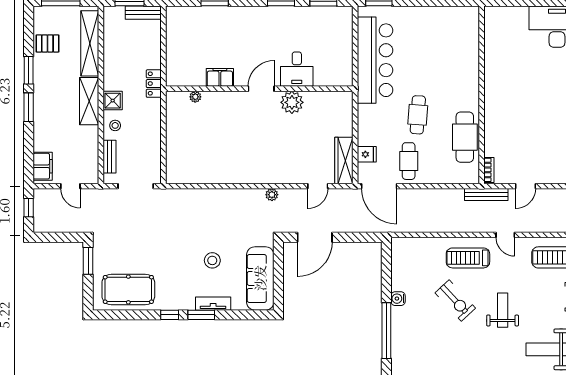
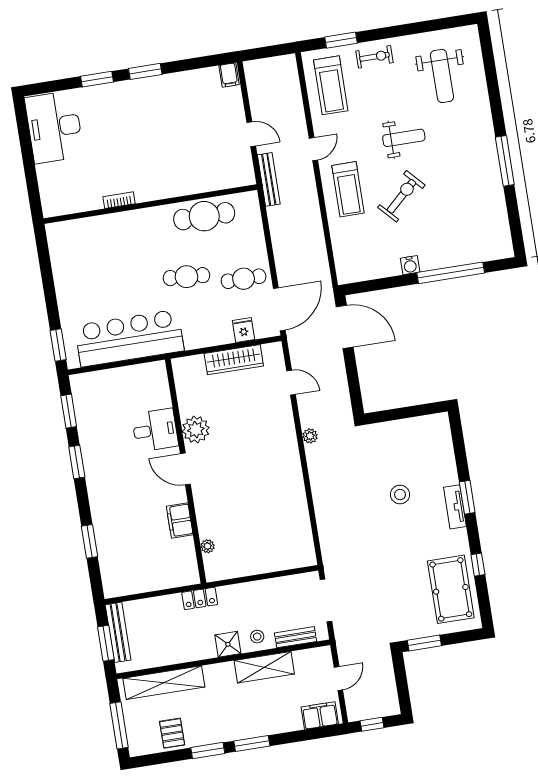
bench: (143, 13) -> (118, 632), width x1.36
shelving: (89, 101) -> (264, 667), moved
wardrobe: (344, 161) -> (234, 360), moved
bookcase: (489, 170) -> (119, 200), moved
door: (315, 237) -> (345, 327), moved
sofa: (260, 278) -> (412, 434), removed
tv unit: (213, 304) -> (455, 507), moved
weight bench: (503, 310) -> (404, 138), turned 180
window: (170, 315) -> (478, 565), moved

